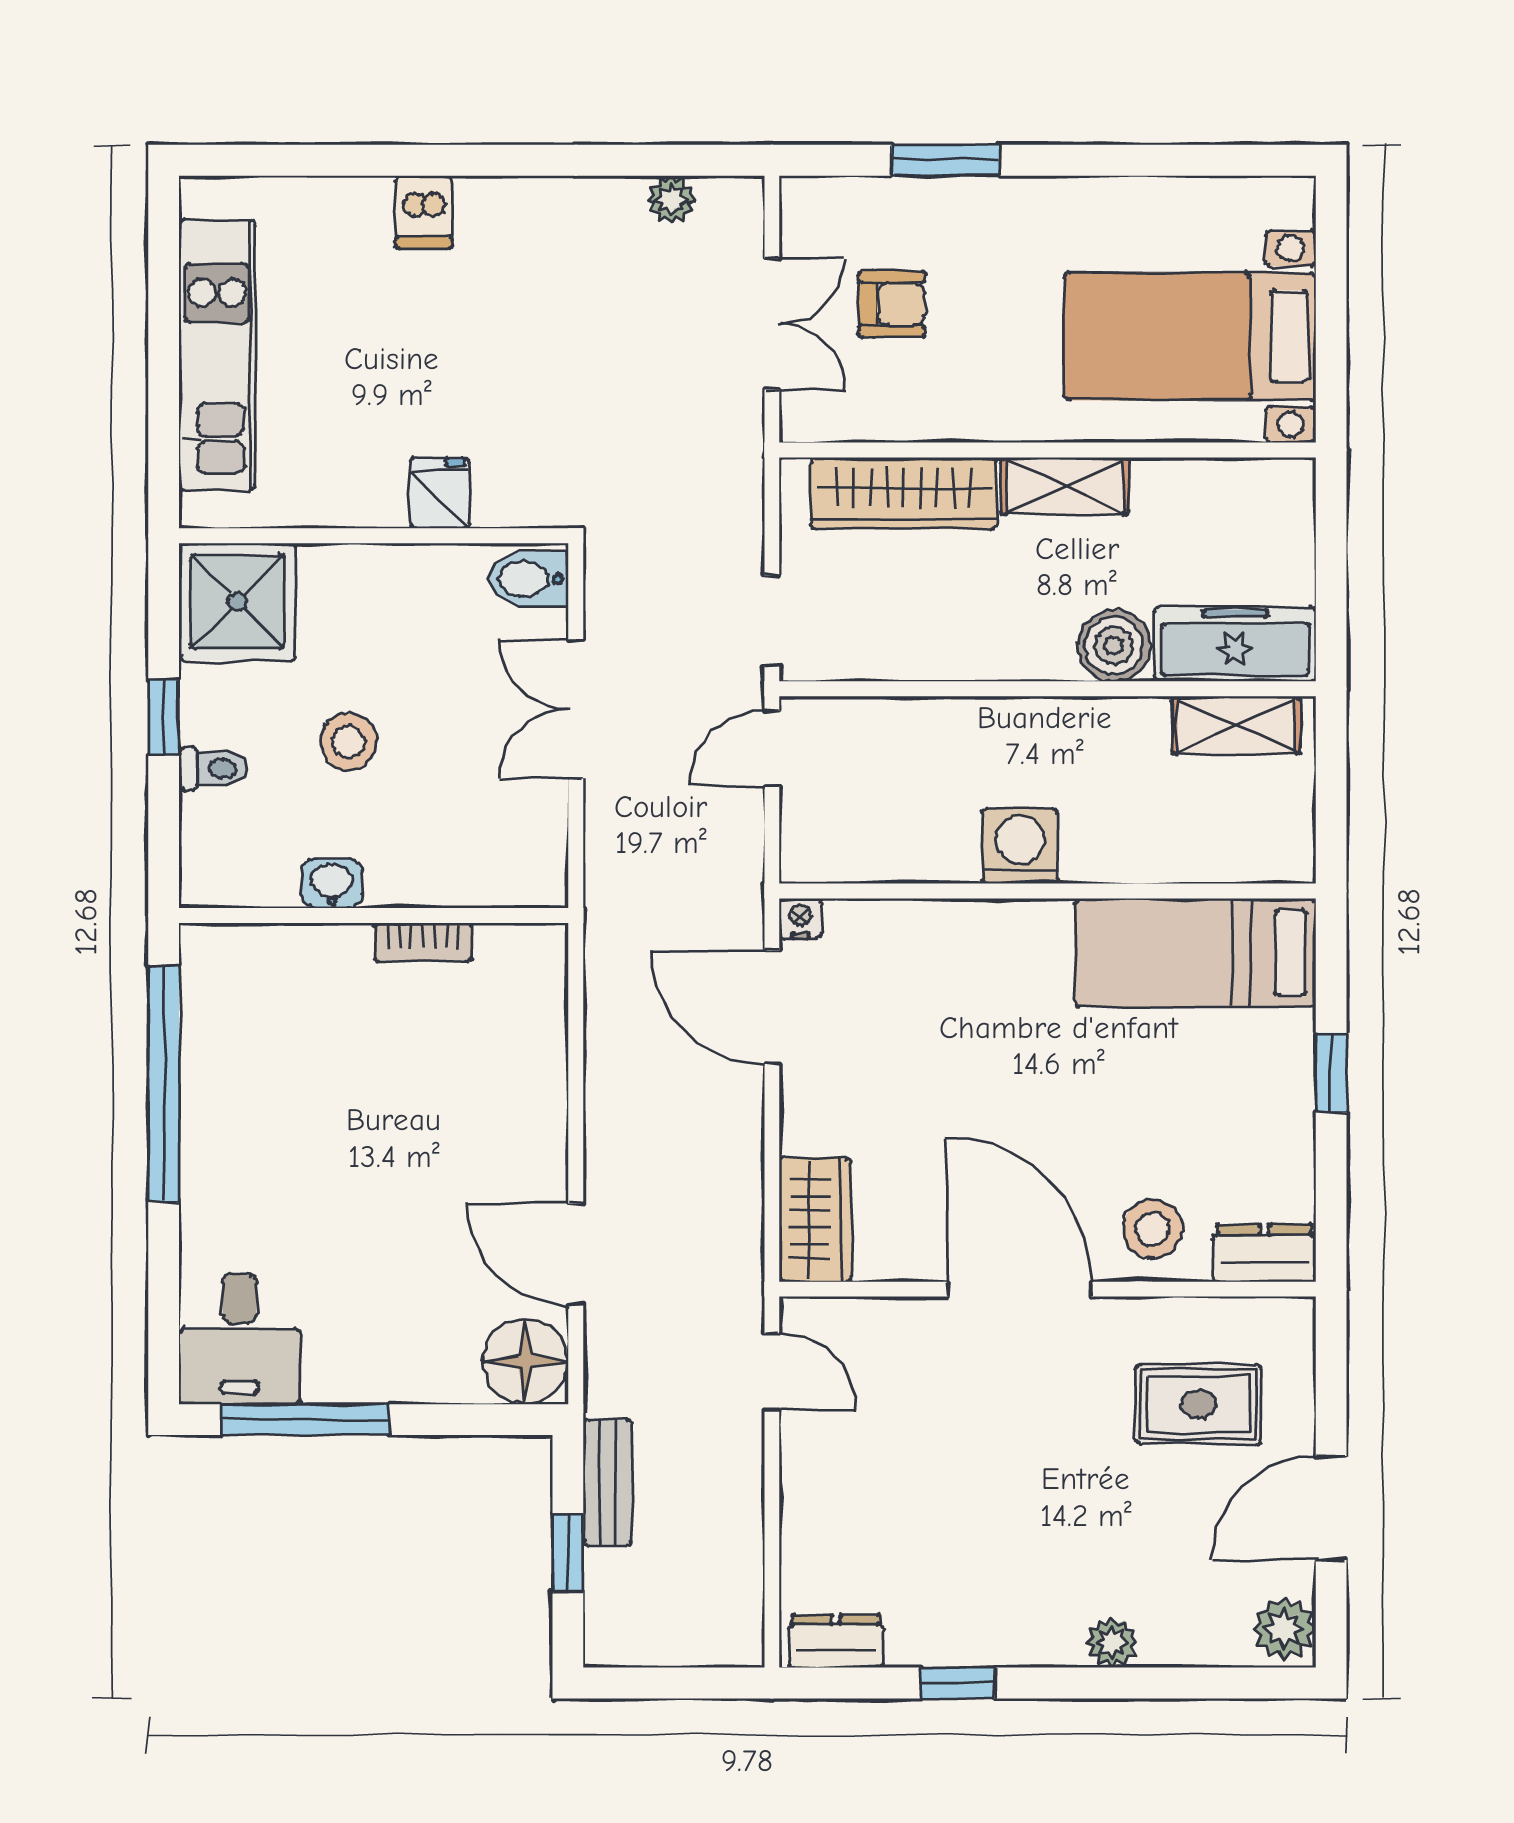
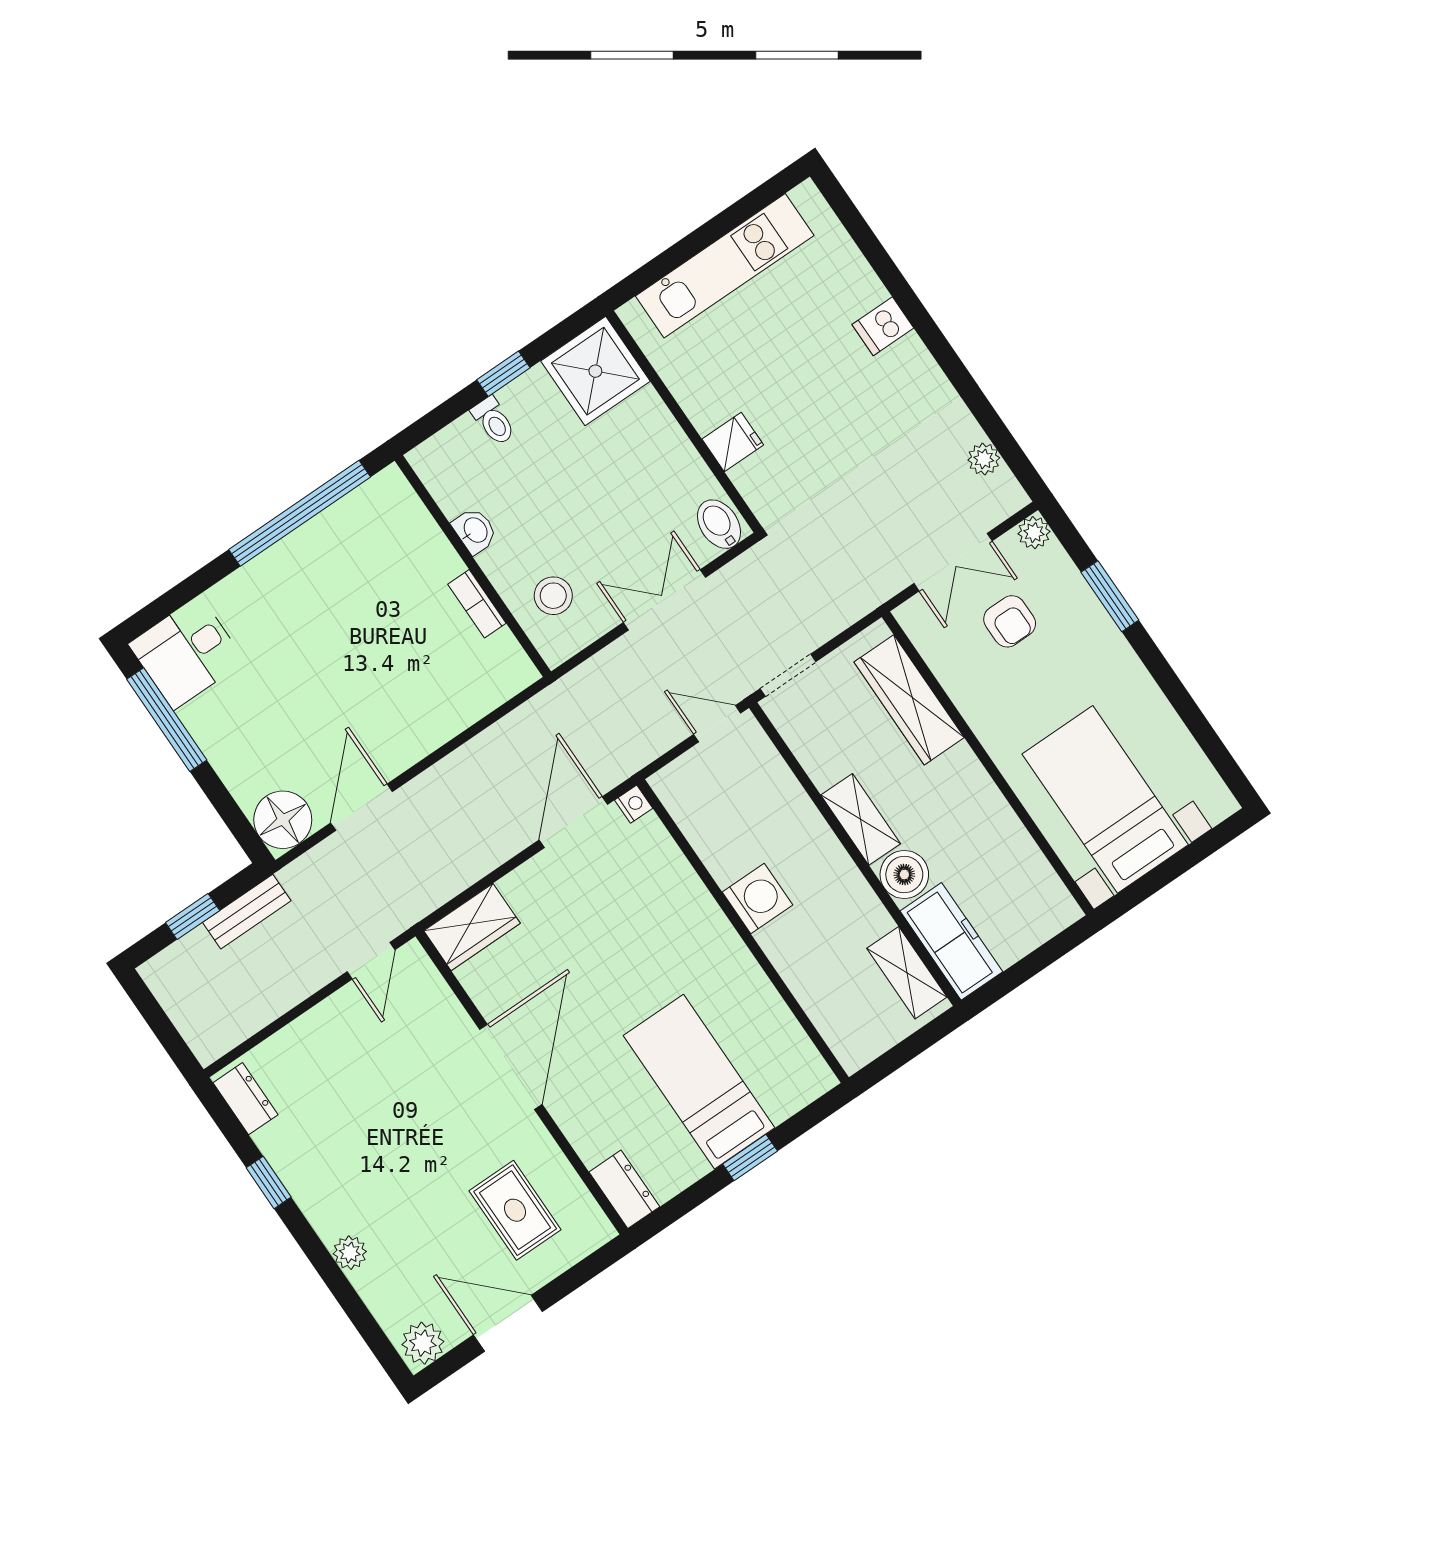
plant: (804, 200) -> (1034, 533), added
shelving: (1065, 486) -> (861, 819), moved
stool: (349, 742) -> (553, 596), moved
bed: (1195, 953) -> (699, 1082), moved
stool: (1152, 1229) -> (595, 1118), removed

